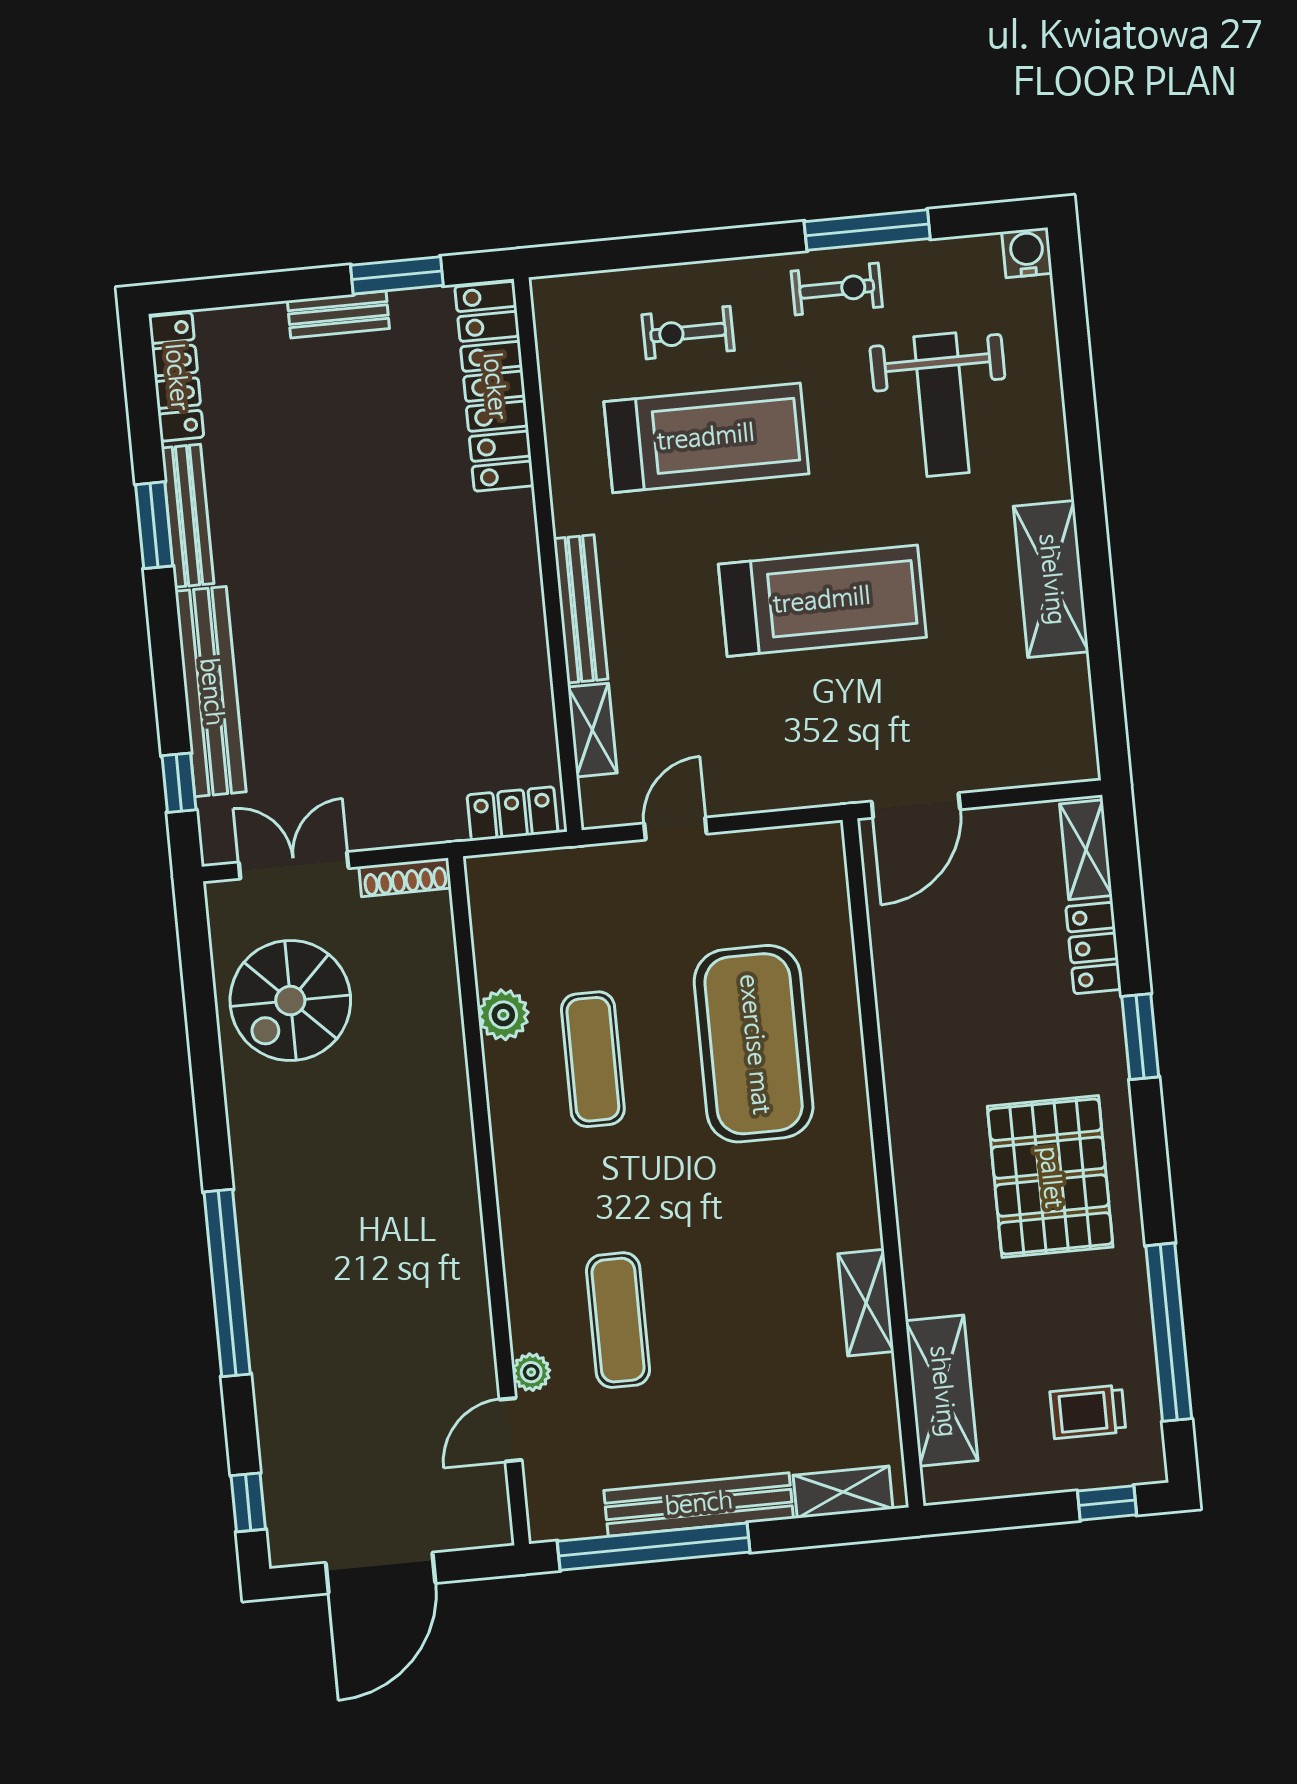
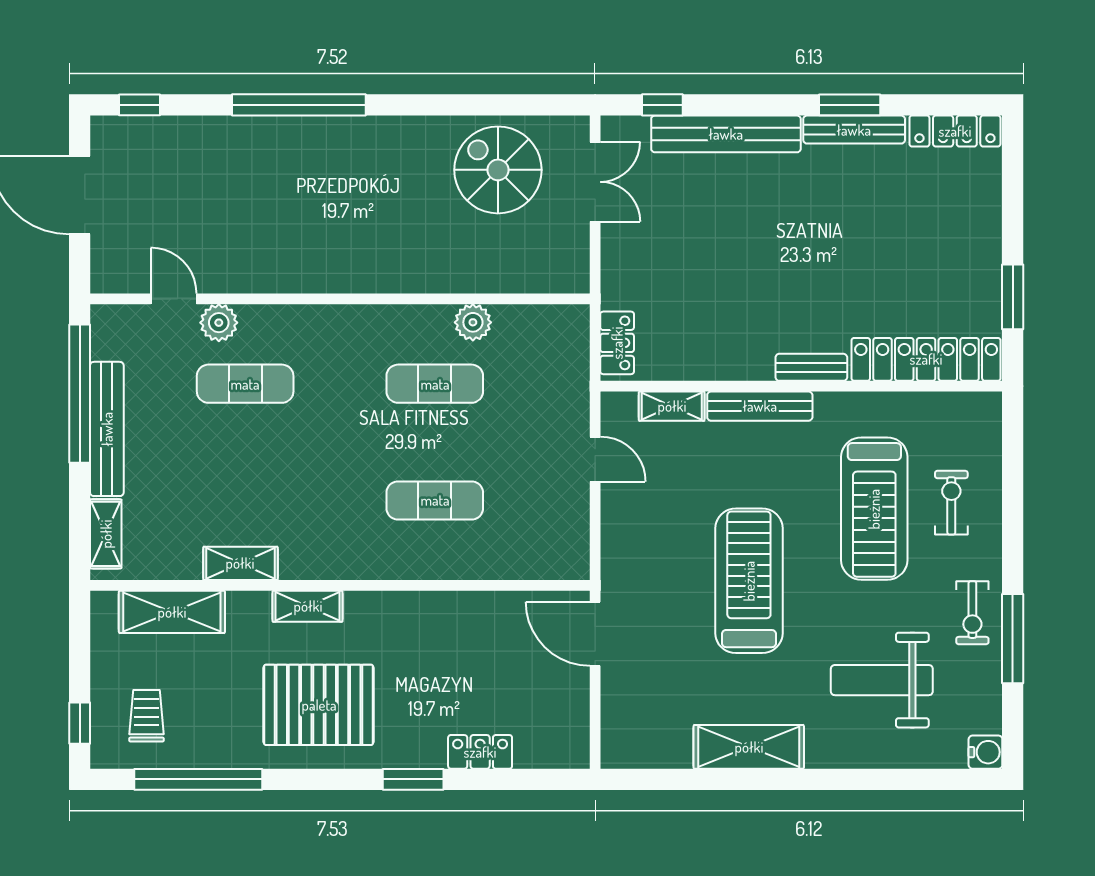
bench: (338, 315) -> (811, 367), moved, turned 90
treadmill: (822, 601) -> (749, 581), turned 180
shelving: (1086, 850) -> (308, 606), moved
shoe rack: (405, 877) -> (579, 261), removed
exercise mat: (754, 1044) -> (435, 500), width x0.50, depth x0.69
plant: (531, 1372) -> (219, 323), width x1.38, depth x1.38

